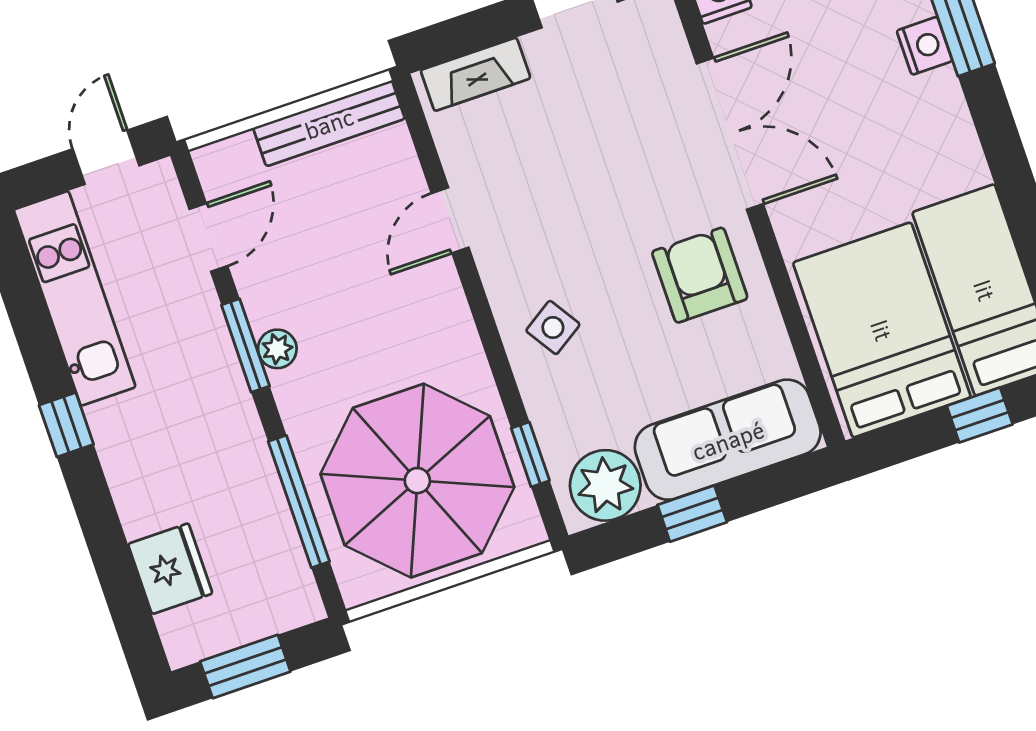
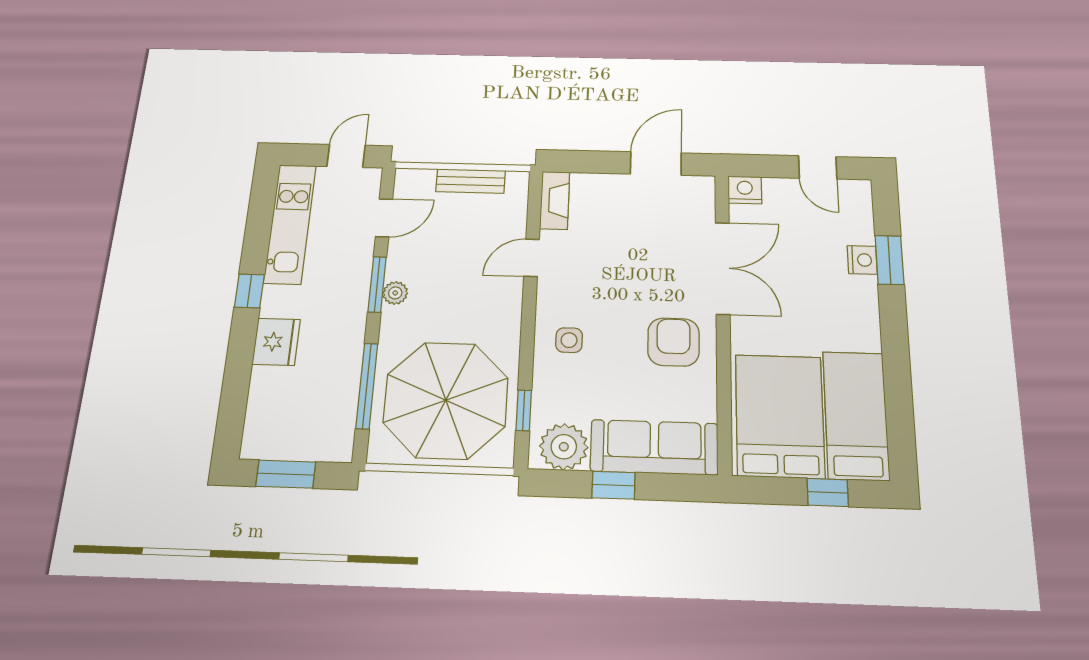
fireplace: (476, 74) -> (555, 200), moved, turned -90
bench: (329, 123) -> (471, 181), width x0.73
side table: (553, 327) -> (569, 340), turned 33
fridge: (170, 569) -> (276, 342), moved

